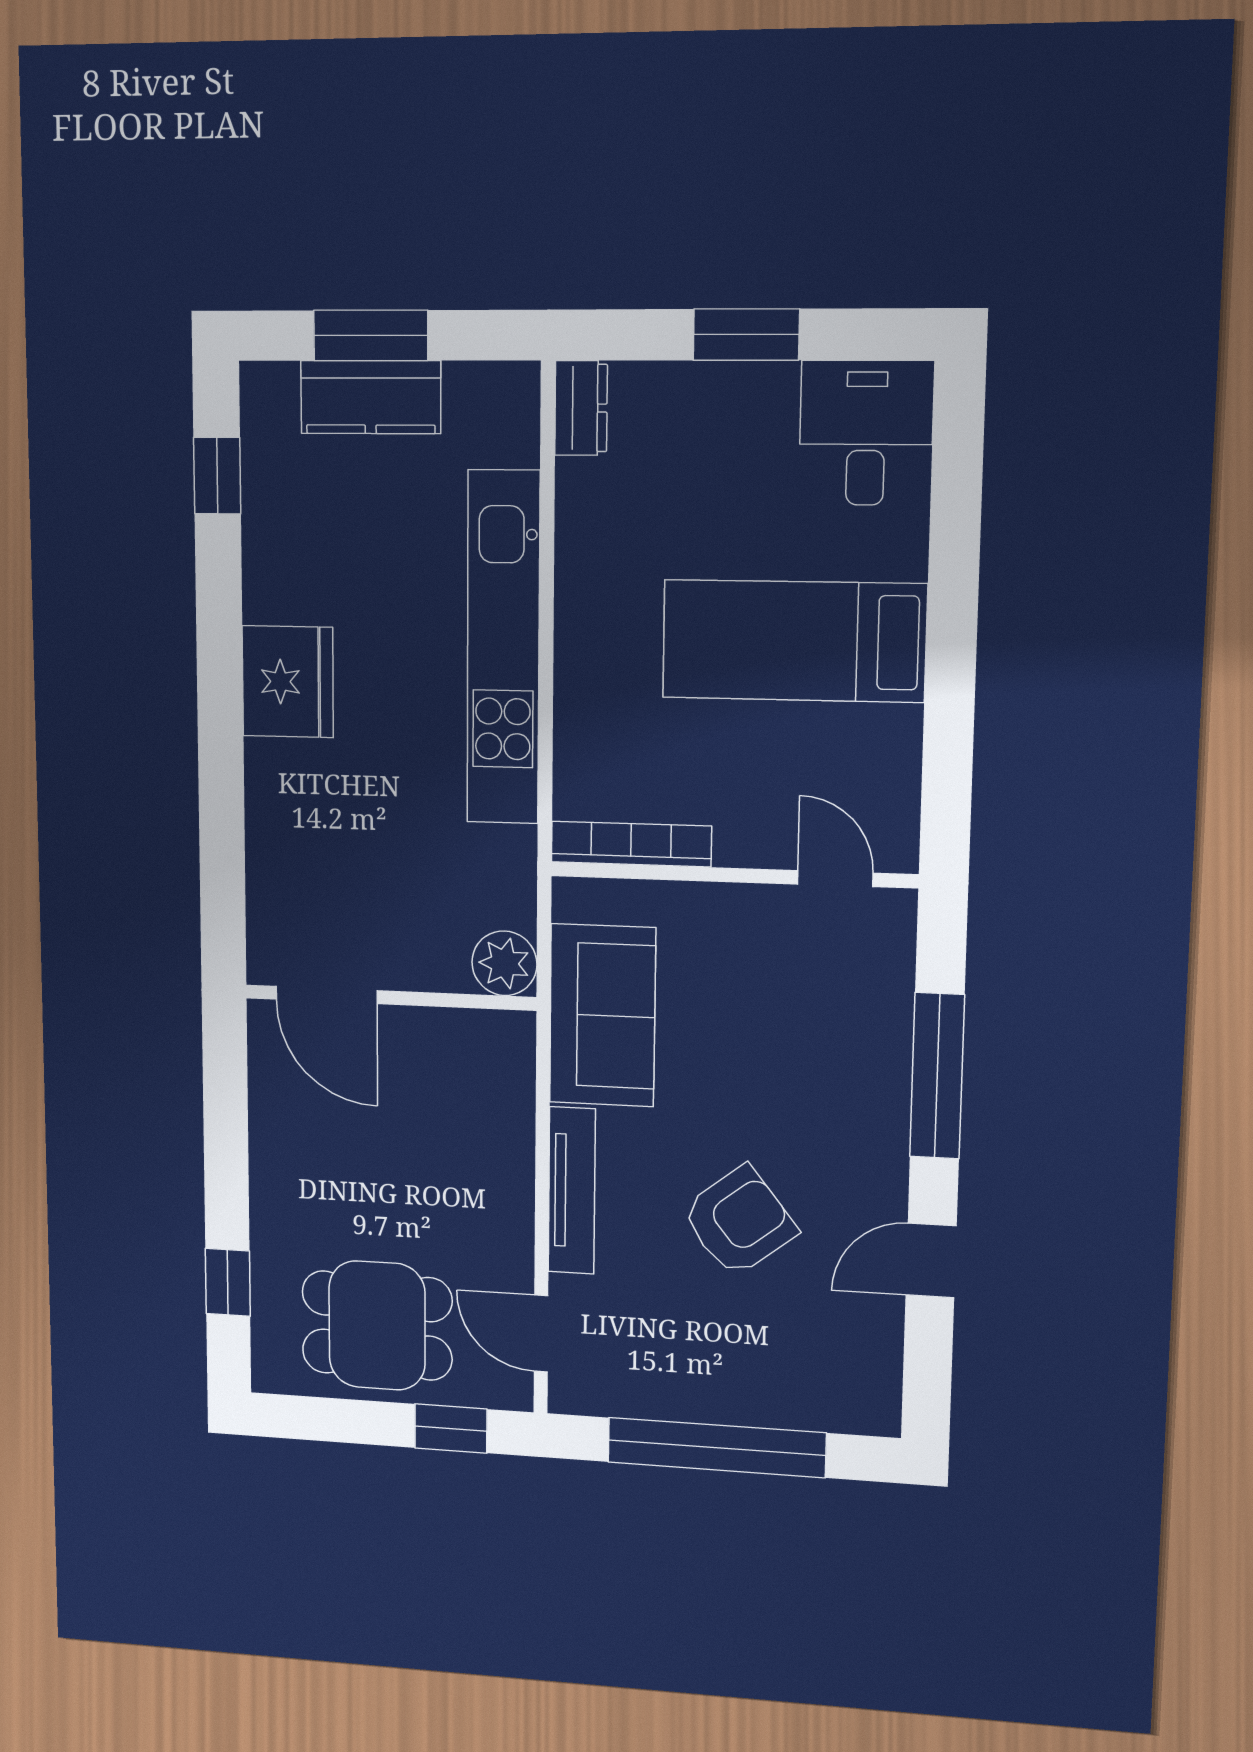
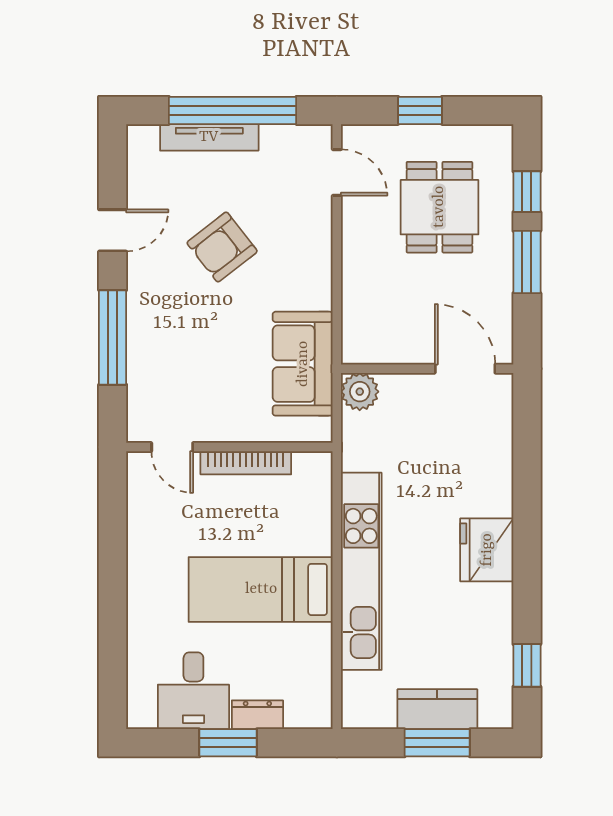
dresser: (581, 408) -> (257, 715), moved, turned 90
desk: (866, 433) -> (193, 691), moved
bed: (794, 641) -> (261, 589), moved, turned 180
bookcase: (631, 844) -> (246, 463), moved
window: (226, 1168) -> (527, 262), added
tv unit: (572, 1191) -> (209, 137), moved, turned -90
dining table: (377, 1325) -> (439, 207), moved, turned 90
window: (451, 1428) -> (420, 110), moved

